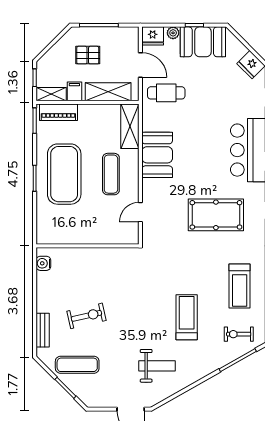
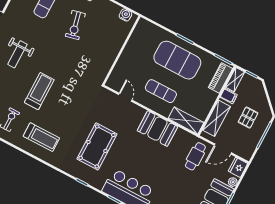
treadmill: (240, 286) -> (41, 137), turned 180
treadmill: (187, 317) -> (39, 91), turned -90

